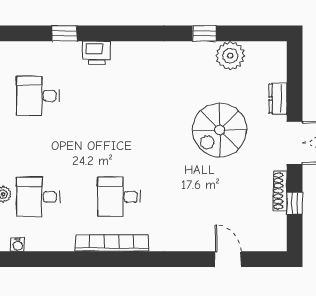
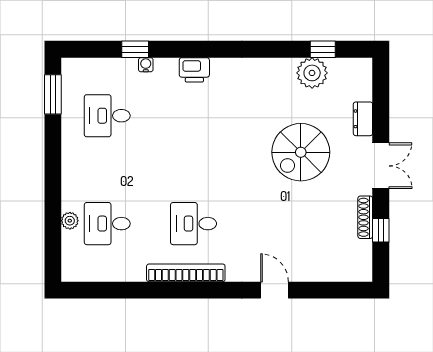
window: (204, 33) -> (323, 49), moved
printer: (97, 53) -> (194, 70), moved
water cooler: (18, 245) -> (146, 65), moved, turned 180
door: (228, 259) -> (274, 290), moved

